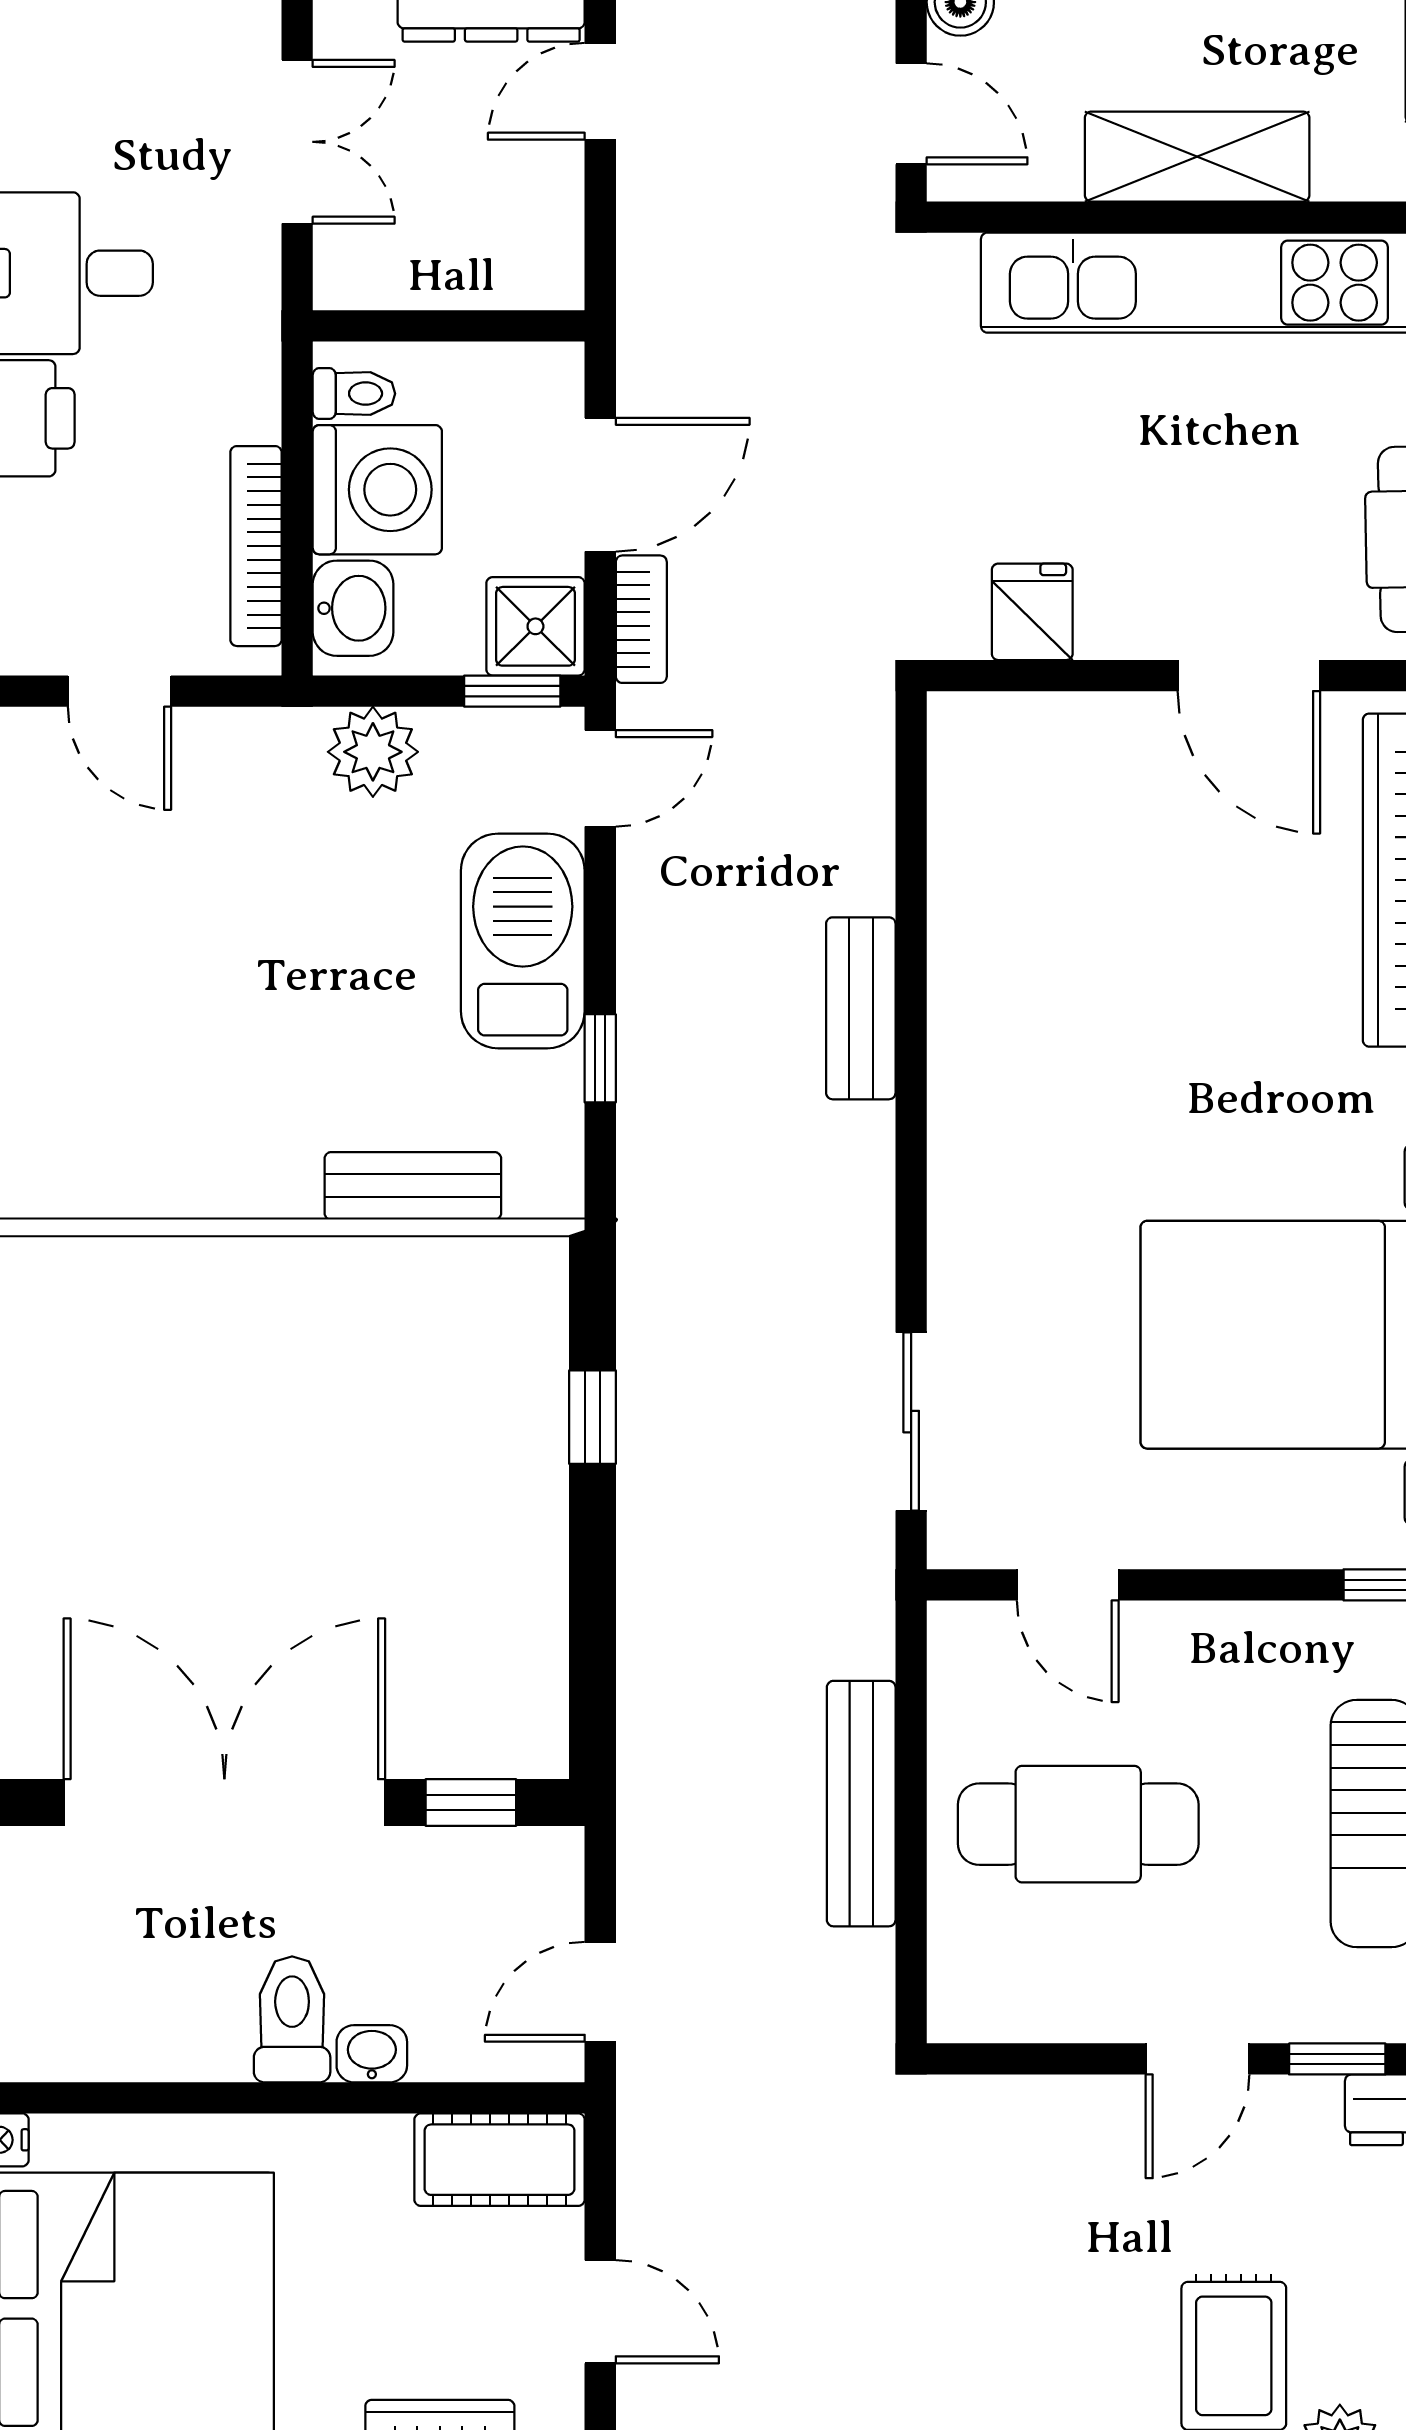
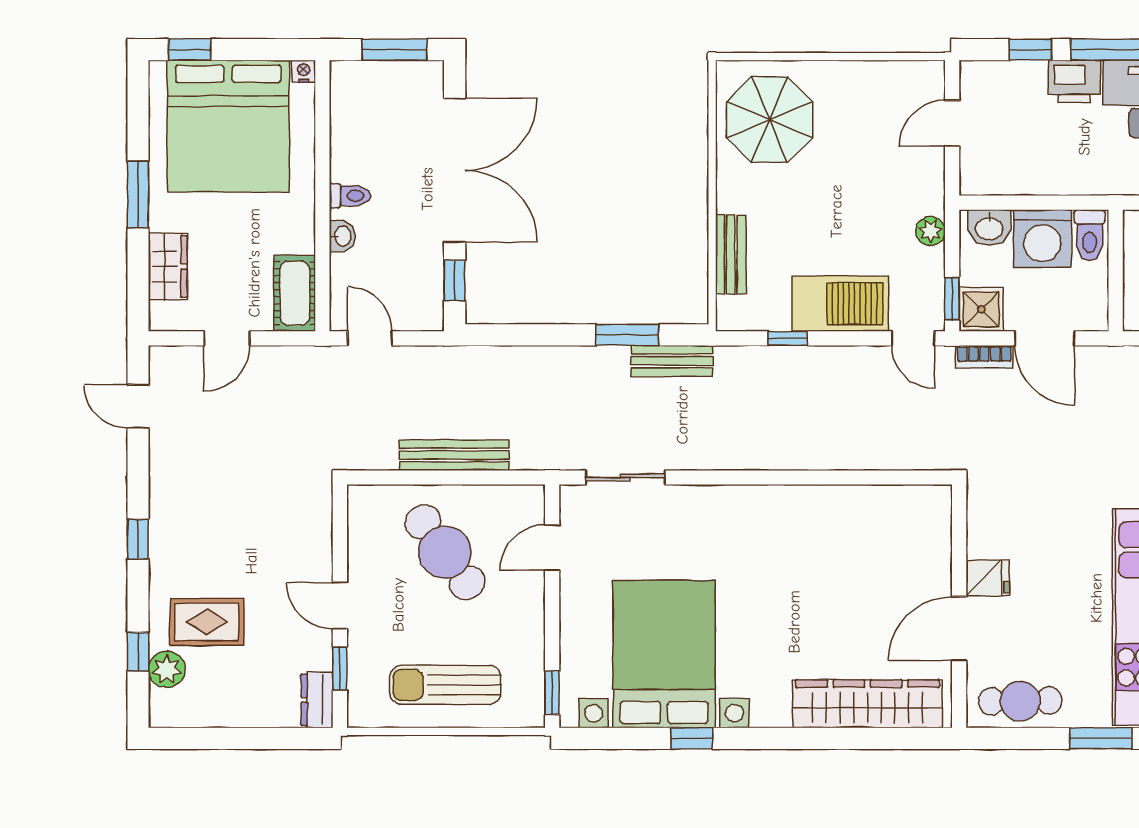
toilet: (354, 394) -> (1090, 235), width x1.37, depth x1.39
bookcase: (256, 546) -> (1017, 184), removed
fridge: (1032, 612) -> (988, 578), moved
plant: (373, 752) -> (931, 231), width x0.73, depth x0.73
bench: (861, 1008) -> (672, 361), moved
parasol: (112, 1099) -> (770, 120), added
window: (592, 1417) -> (627, 335), width x1.50
cafe table: (1078, 1824) -> (445, 552), turned -36
toilet: (292, 2019) -> (350, 196), width x0.73, depth x0.72

